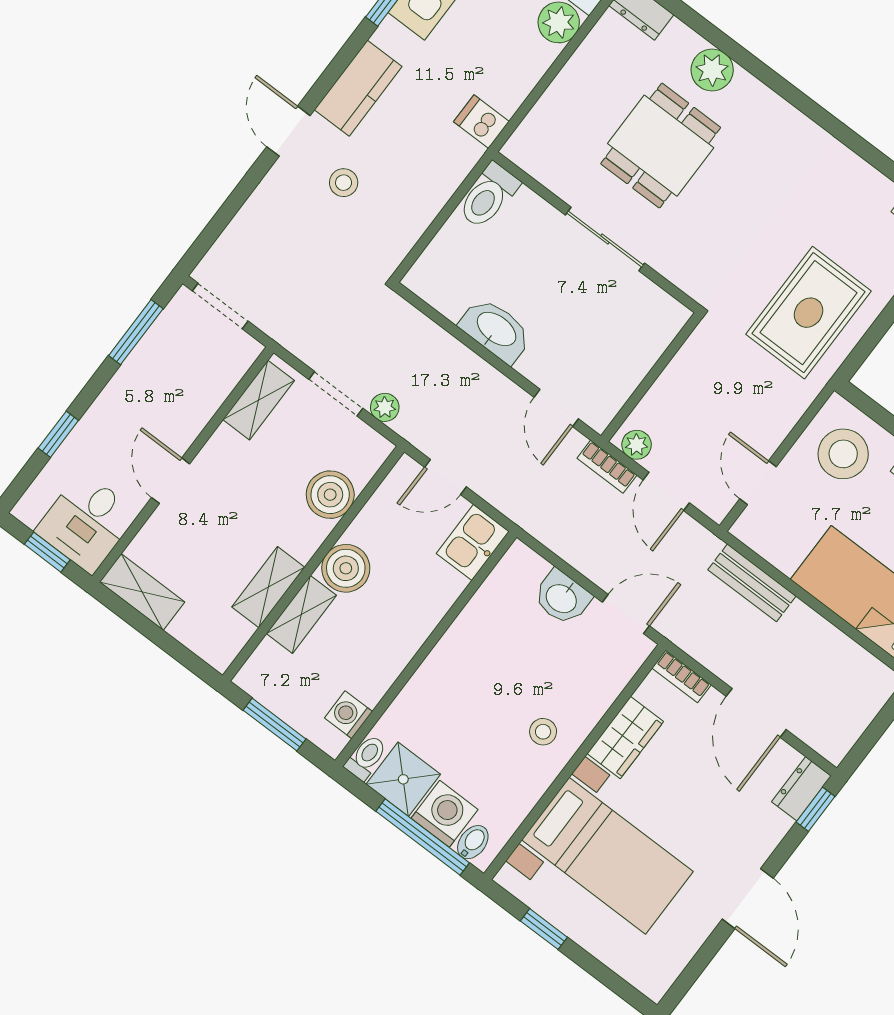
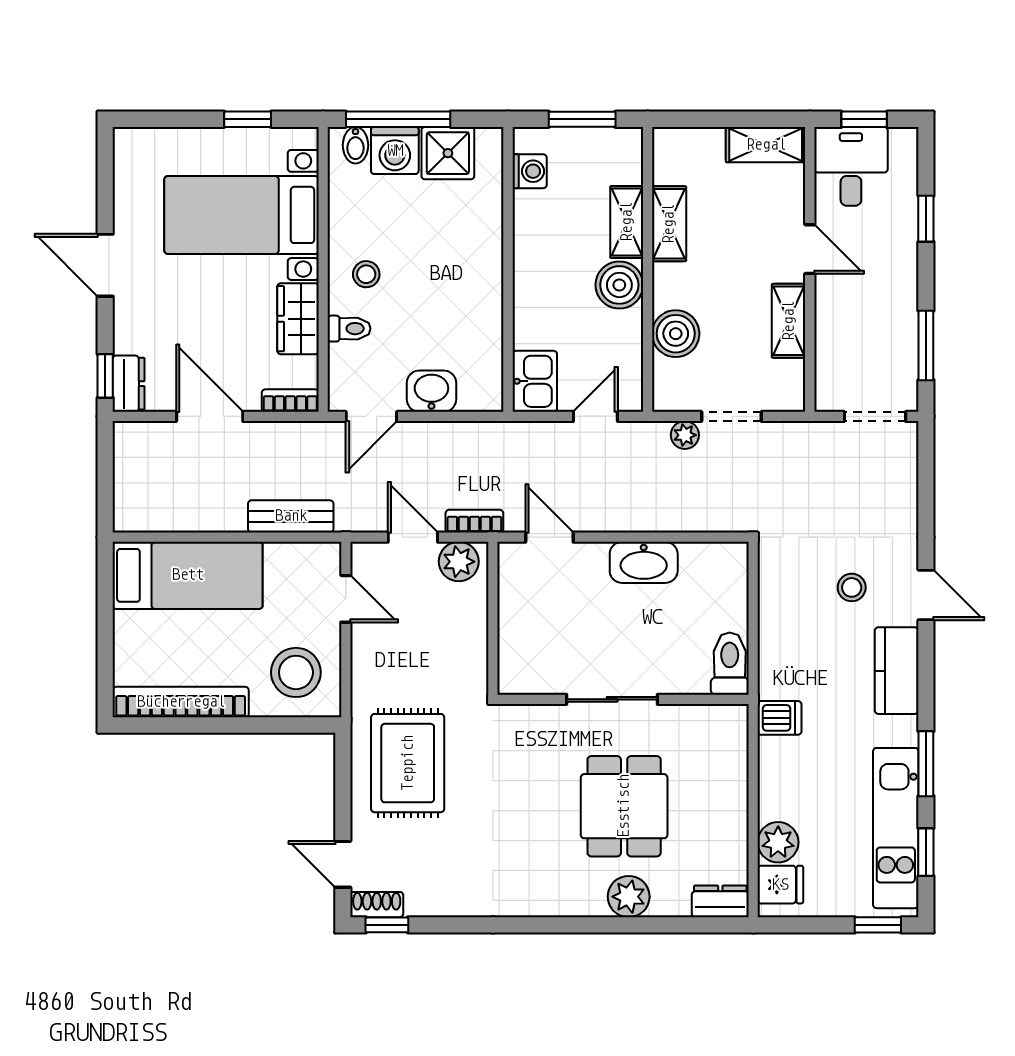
shelving: (259, 400) -> (789, 321), moved
plant: (637, 445) -> (459, 562), width x1.38, depth x1.38
toilet: (366, 757) -> (349, 329), moved, turned -90

